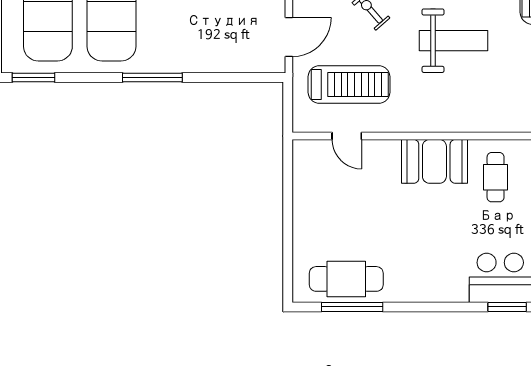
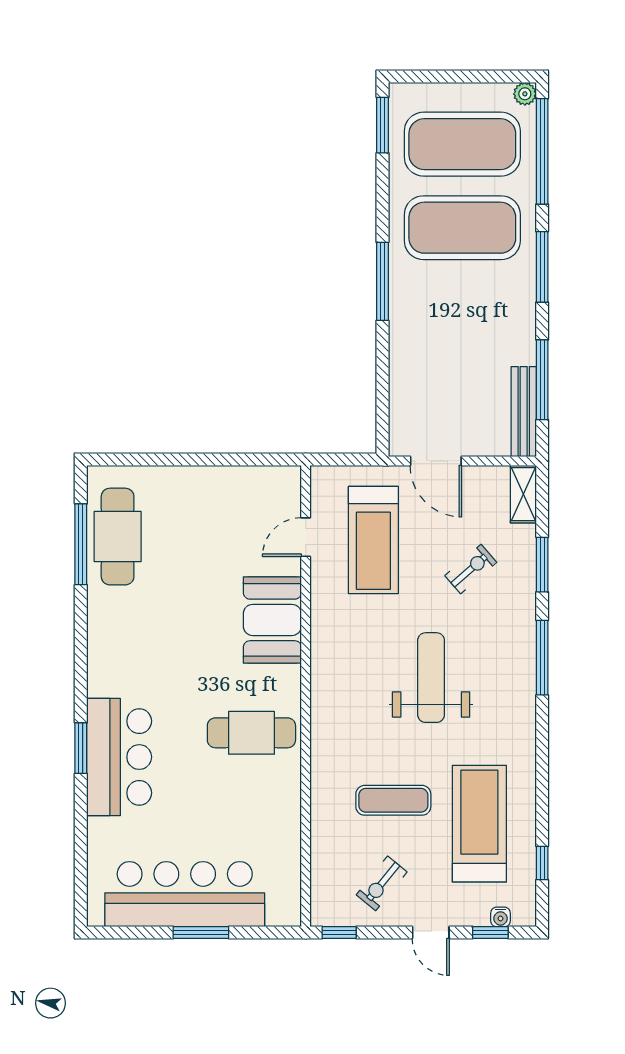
weight bench: (453, 41) -> (431, 678), turned 180
booth: (434, 161) -> (272, 620), moved
cafe table: (496, 177) -> (251, 733), width x1.37, depth x1.35

